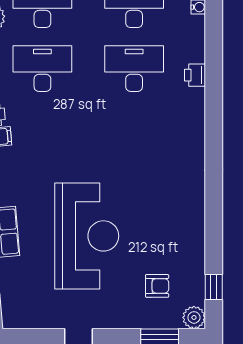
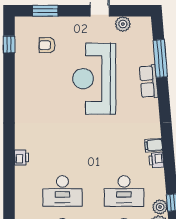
printer: (195, 75) -> (22, 157), moved
plant: (194, 317) -> (123, 24), moved

